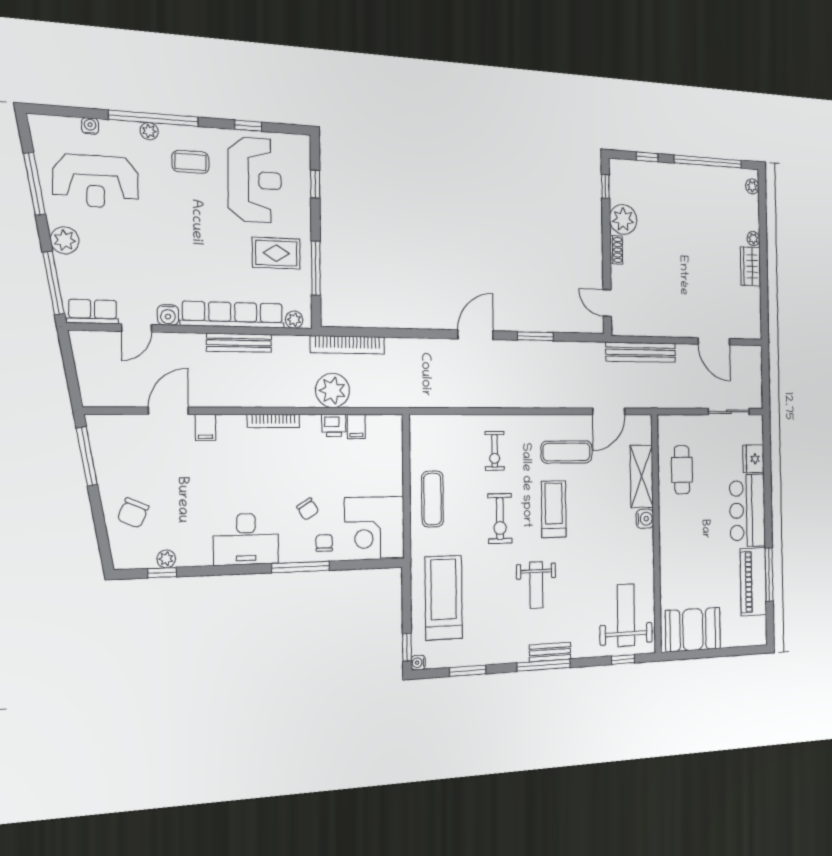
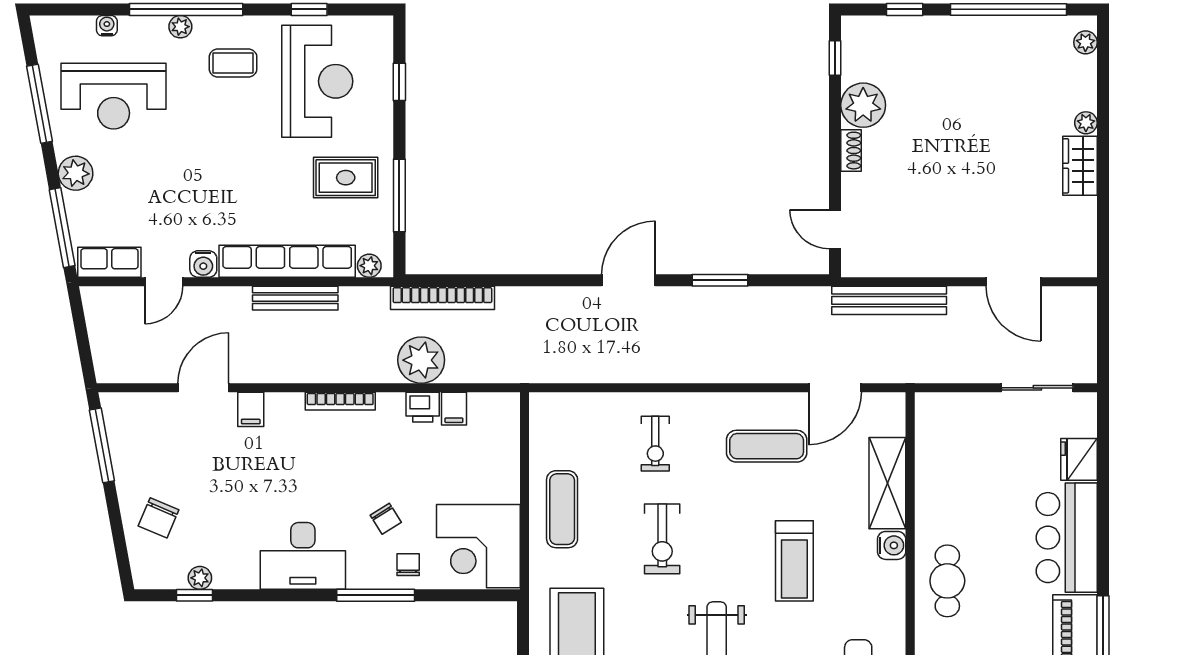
cafe table: (682, 470) -> (947, 581), moved
treadmill: (554, 509) -> (794, 561), moved, turned 180

